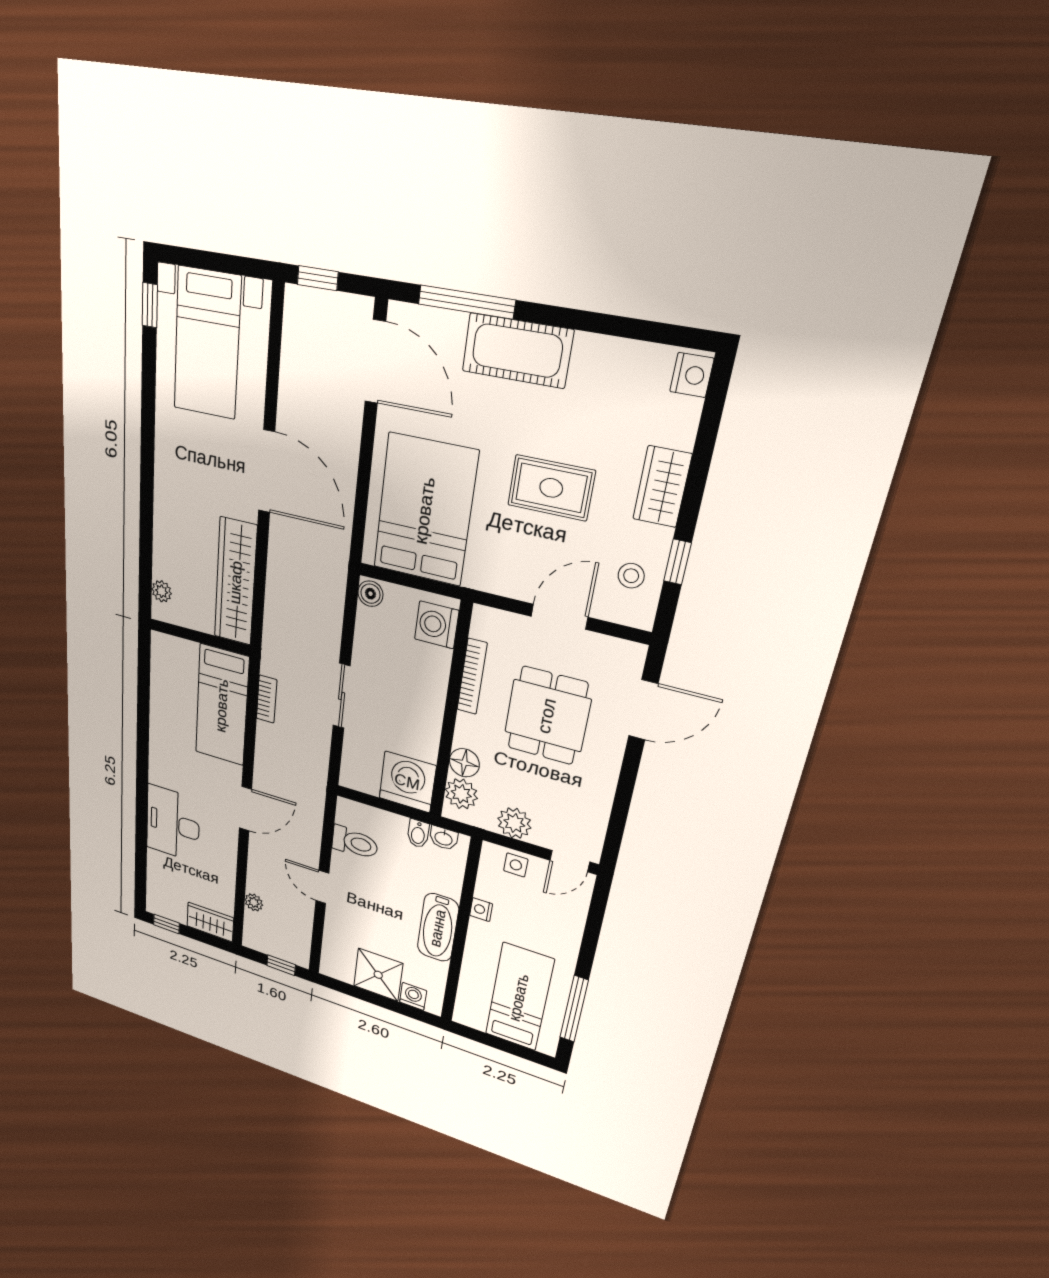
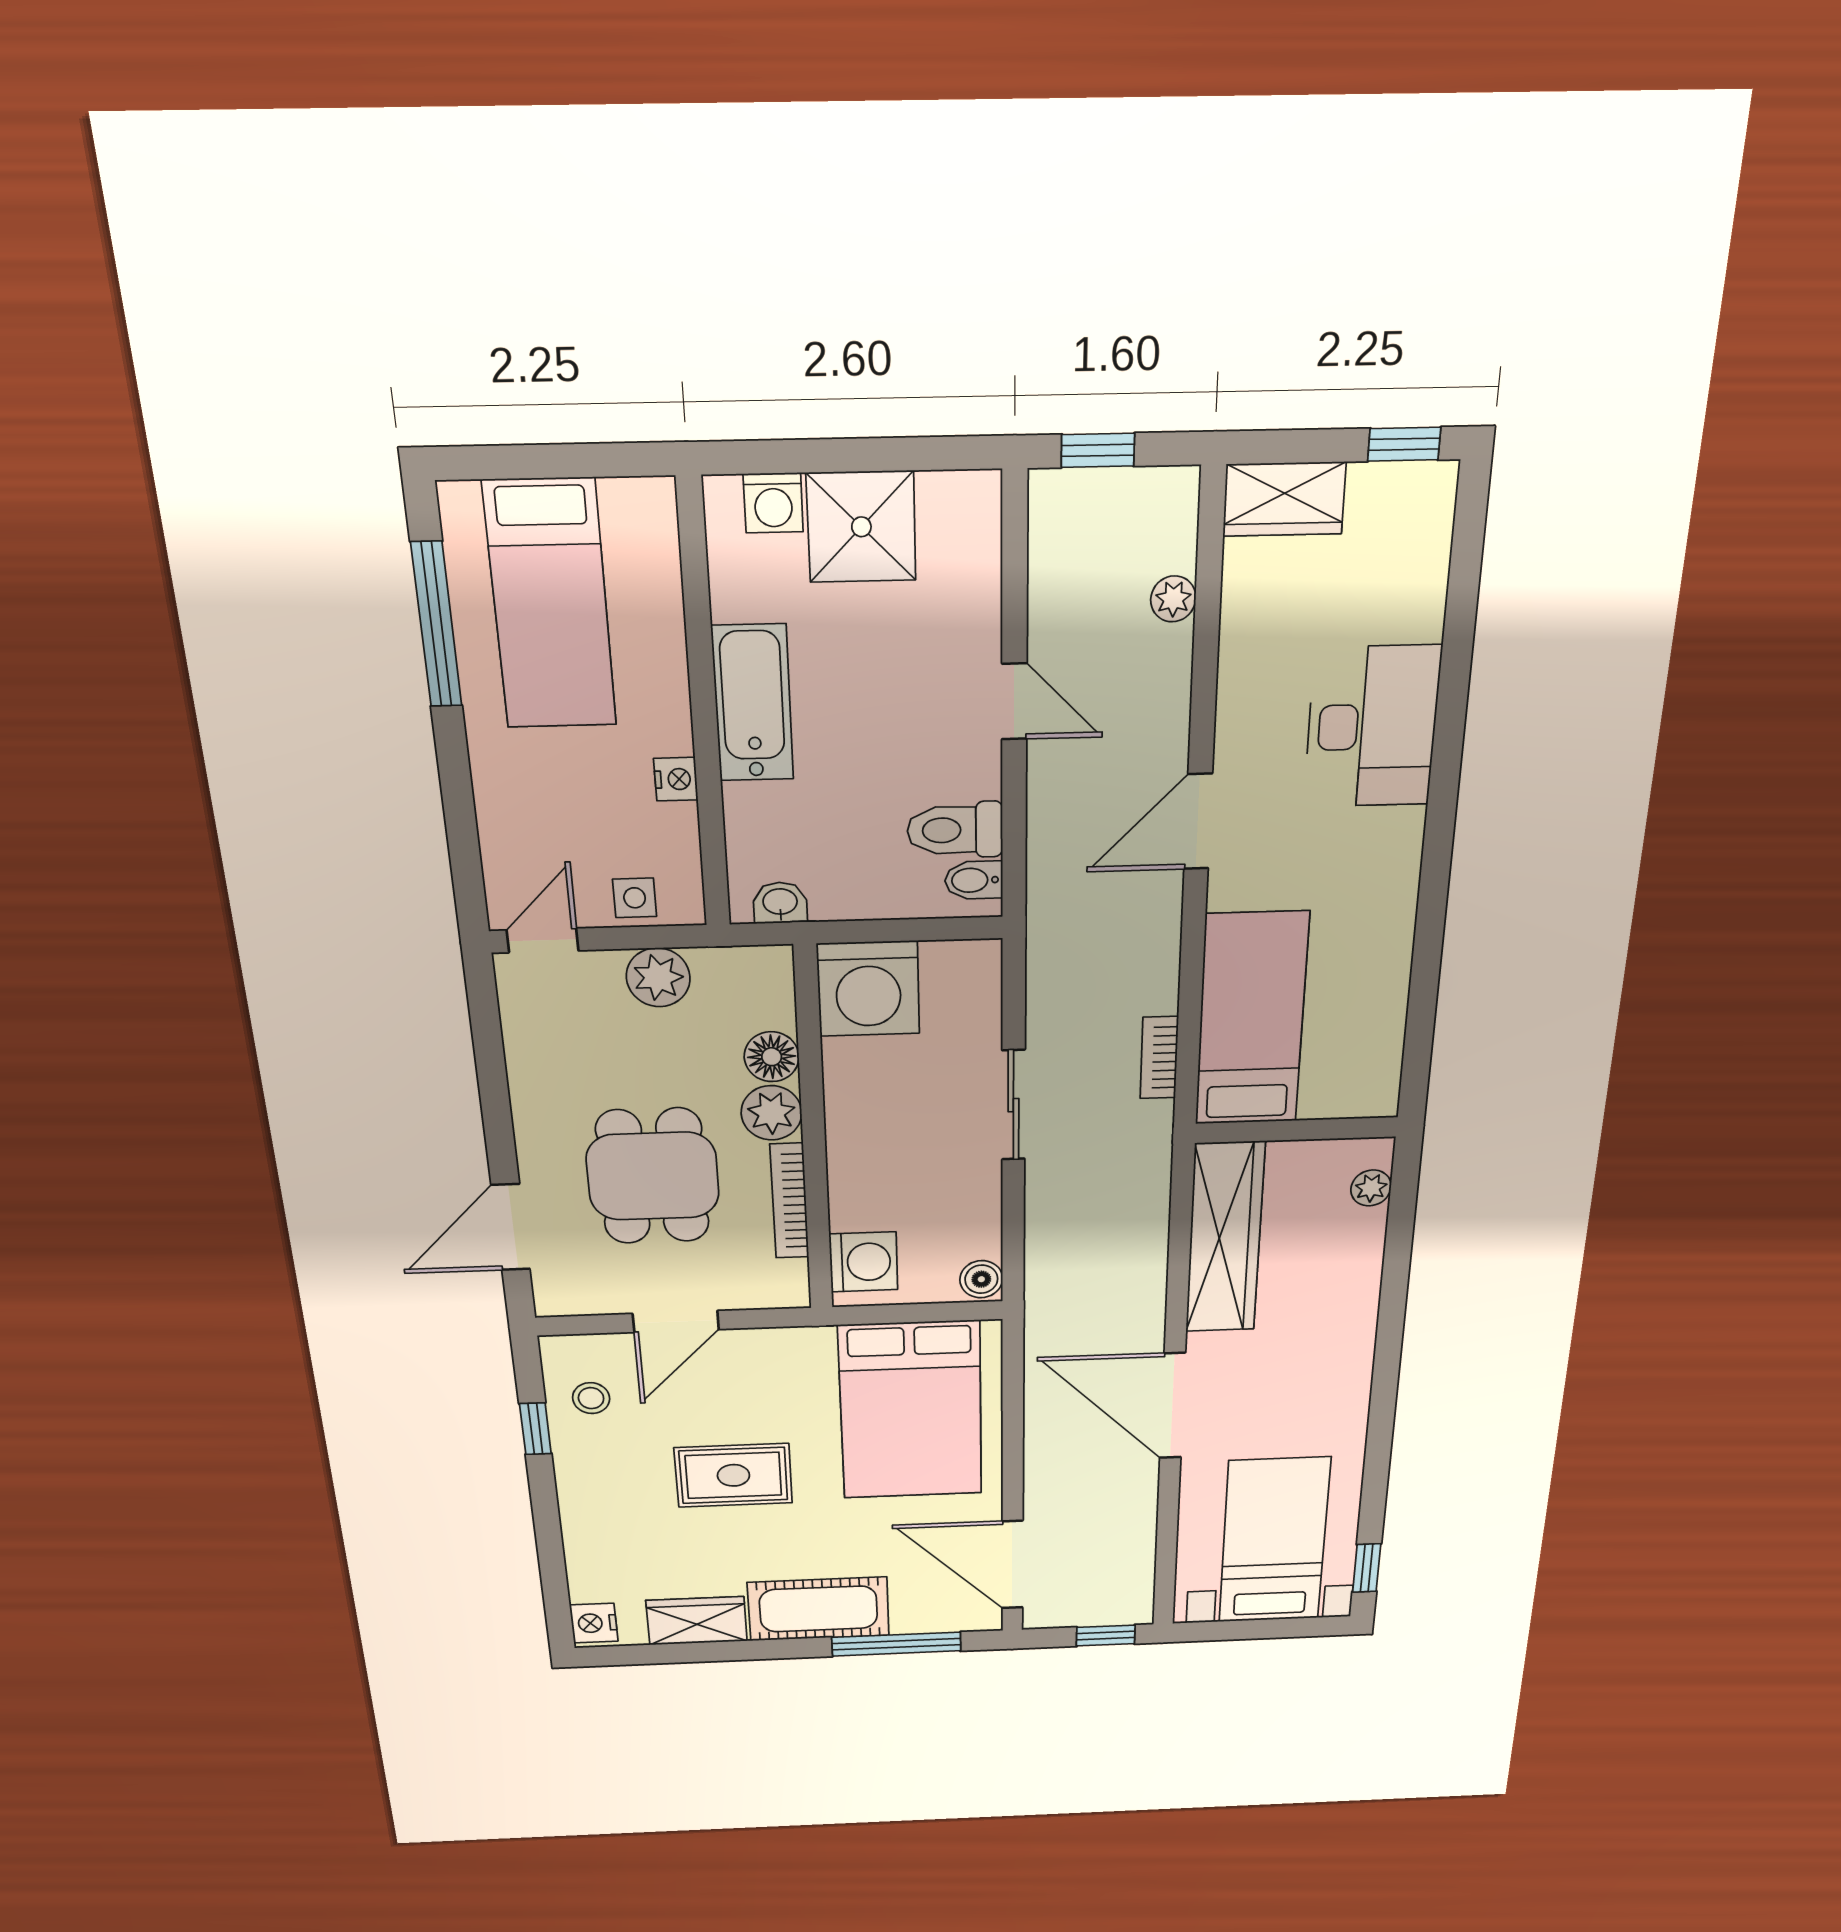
wardrobe: (662, 487) -> (697, 1621), moved, turned -90
plant: (461, 794) -> (771, 1113), moved
bidet: (418, 834) -> (974, 880), moved, turned -90

